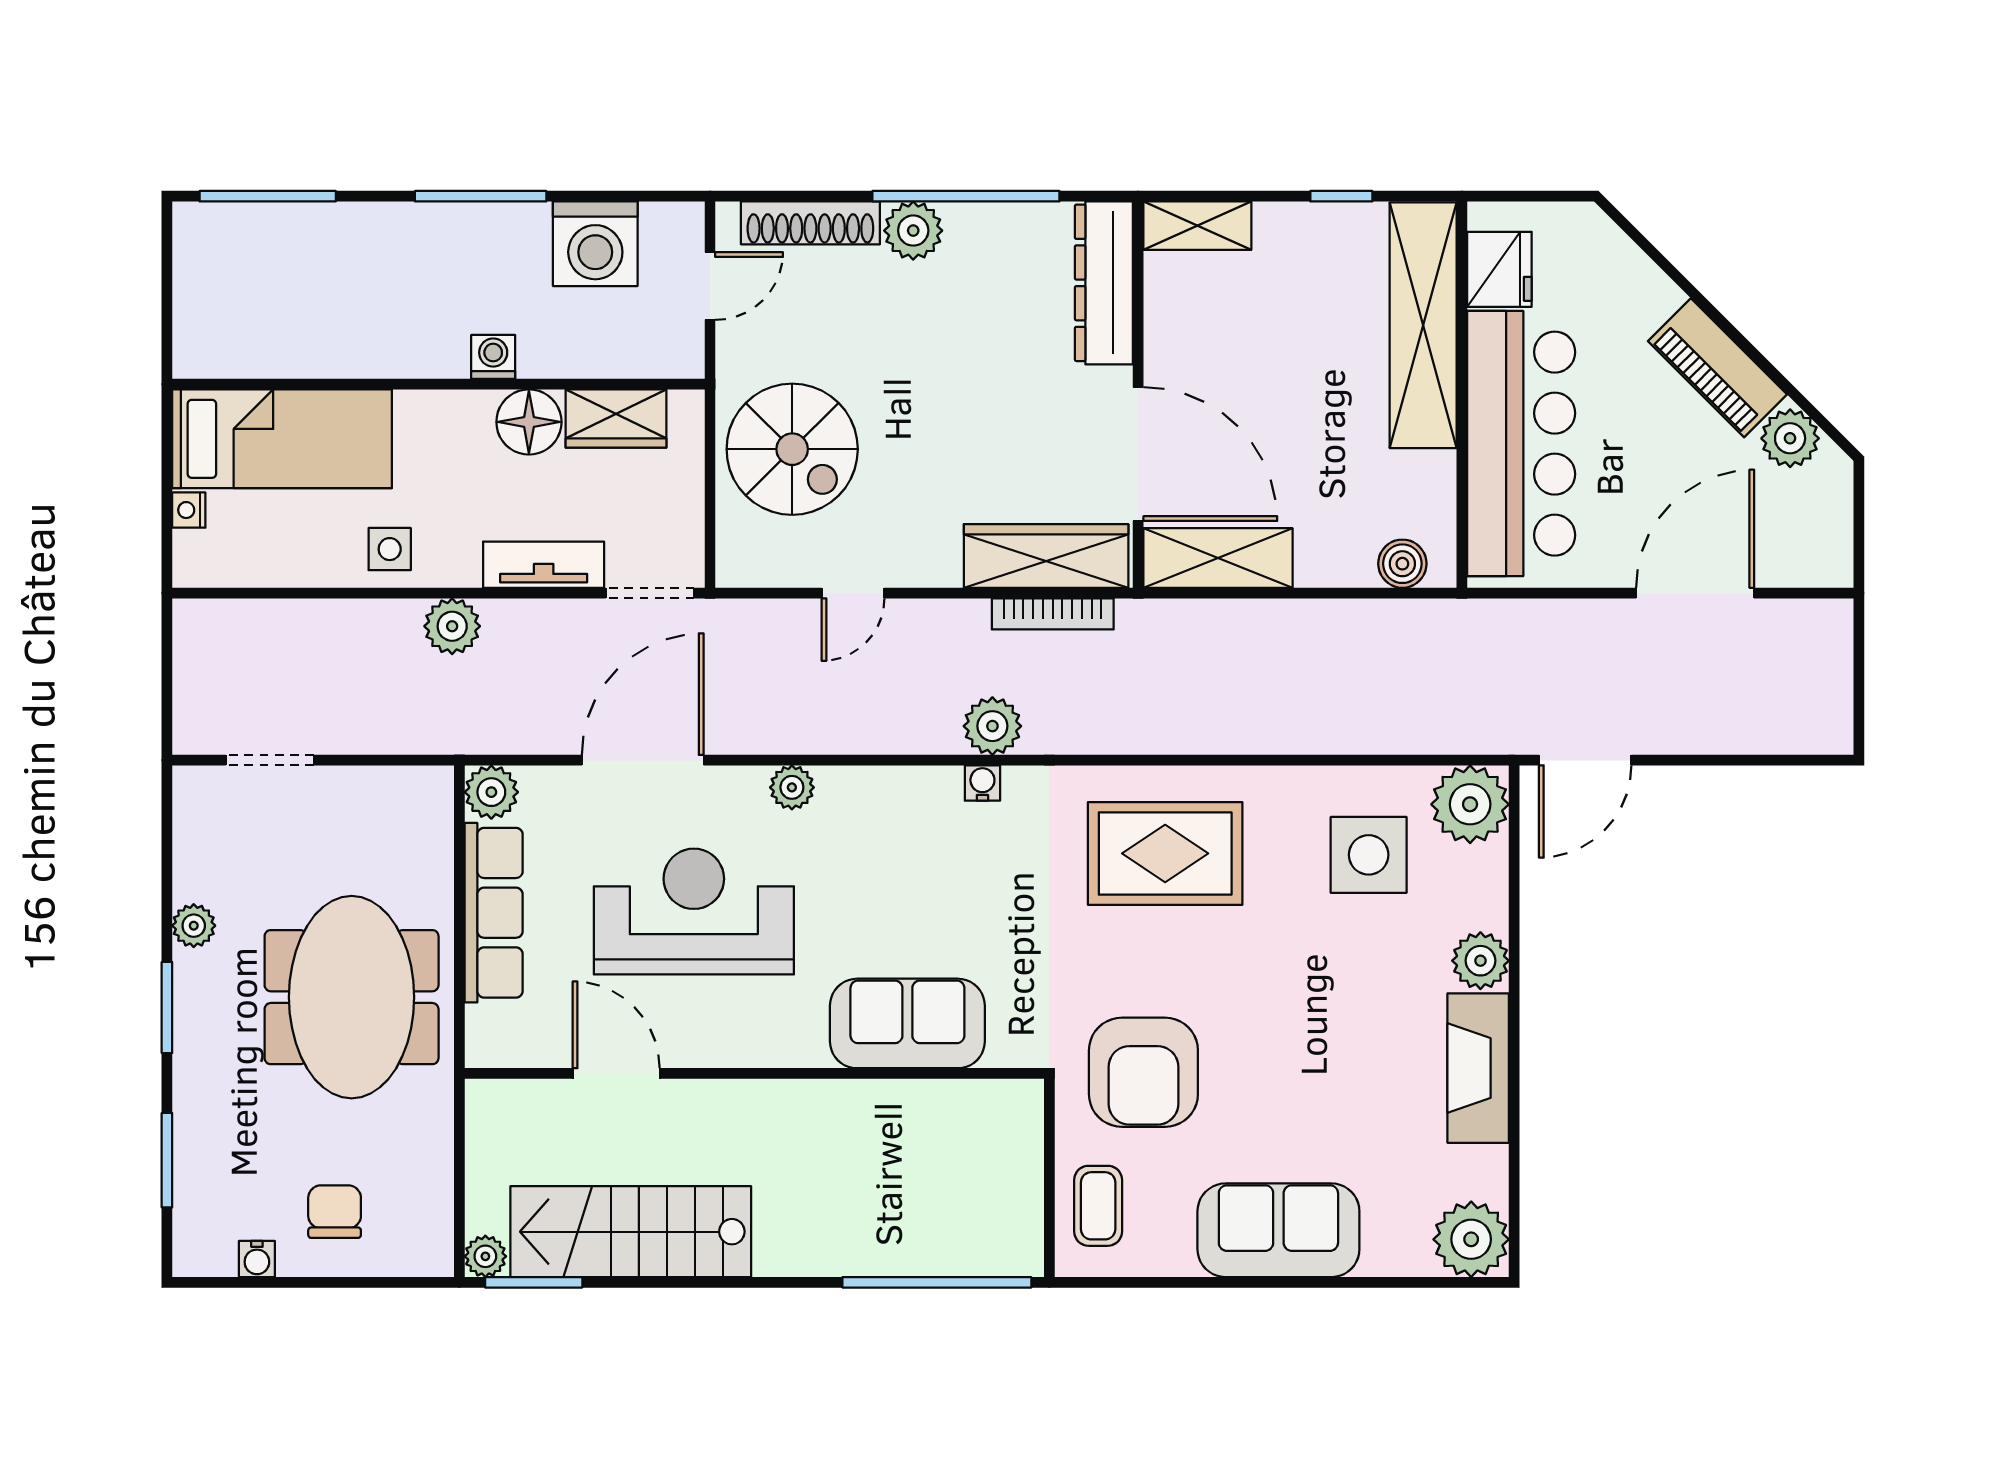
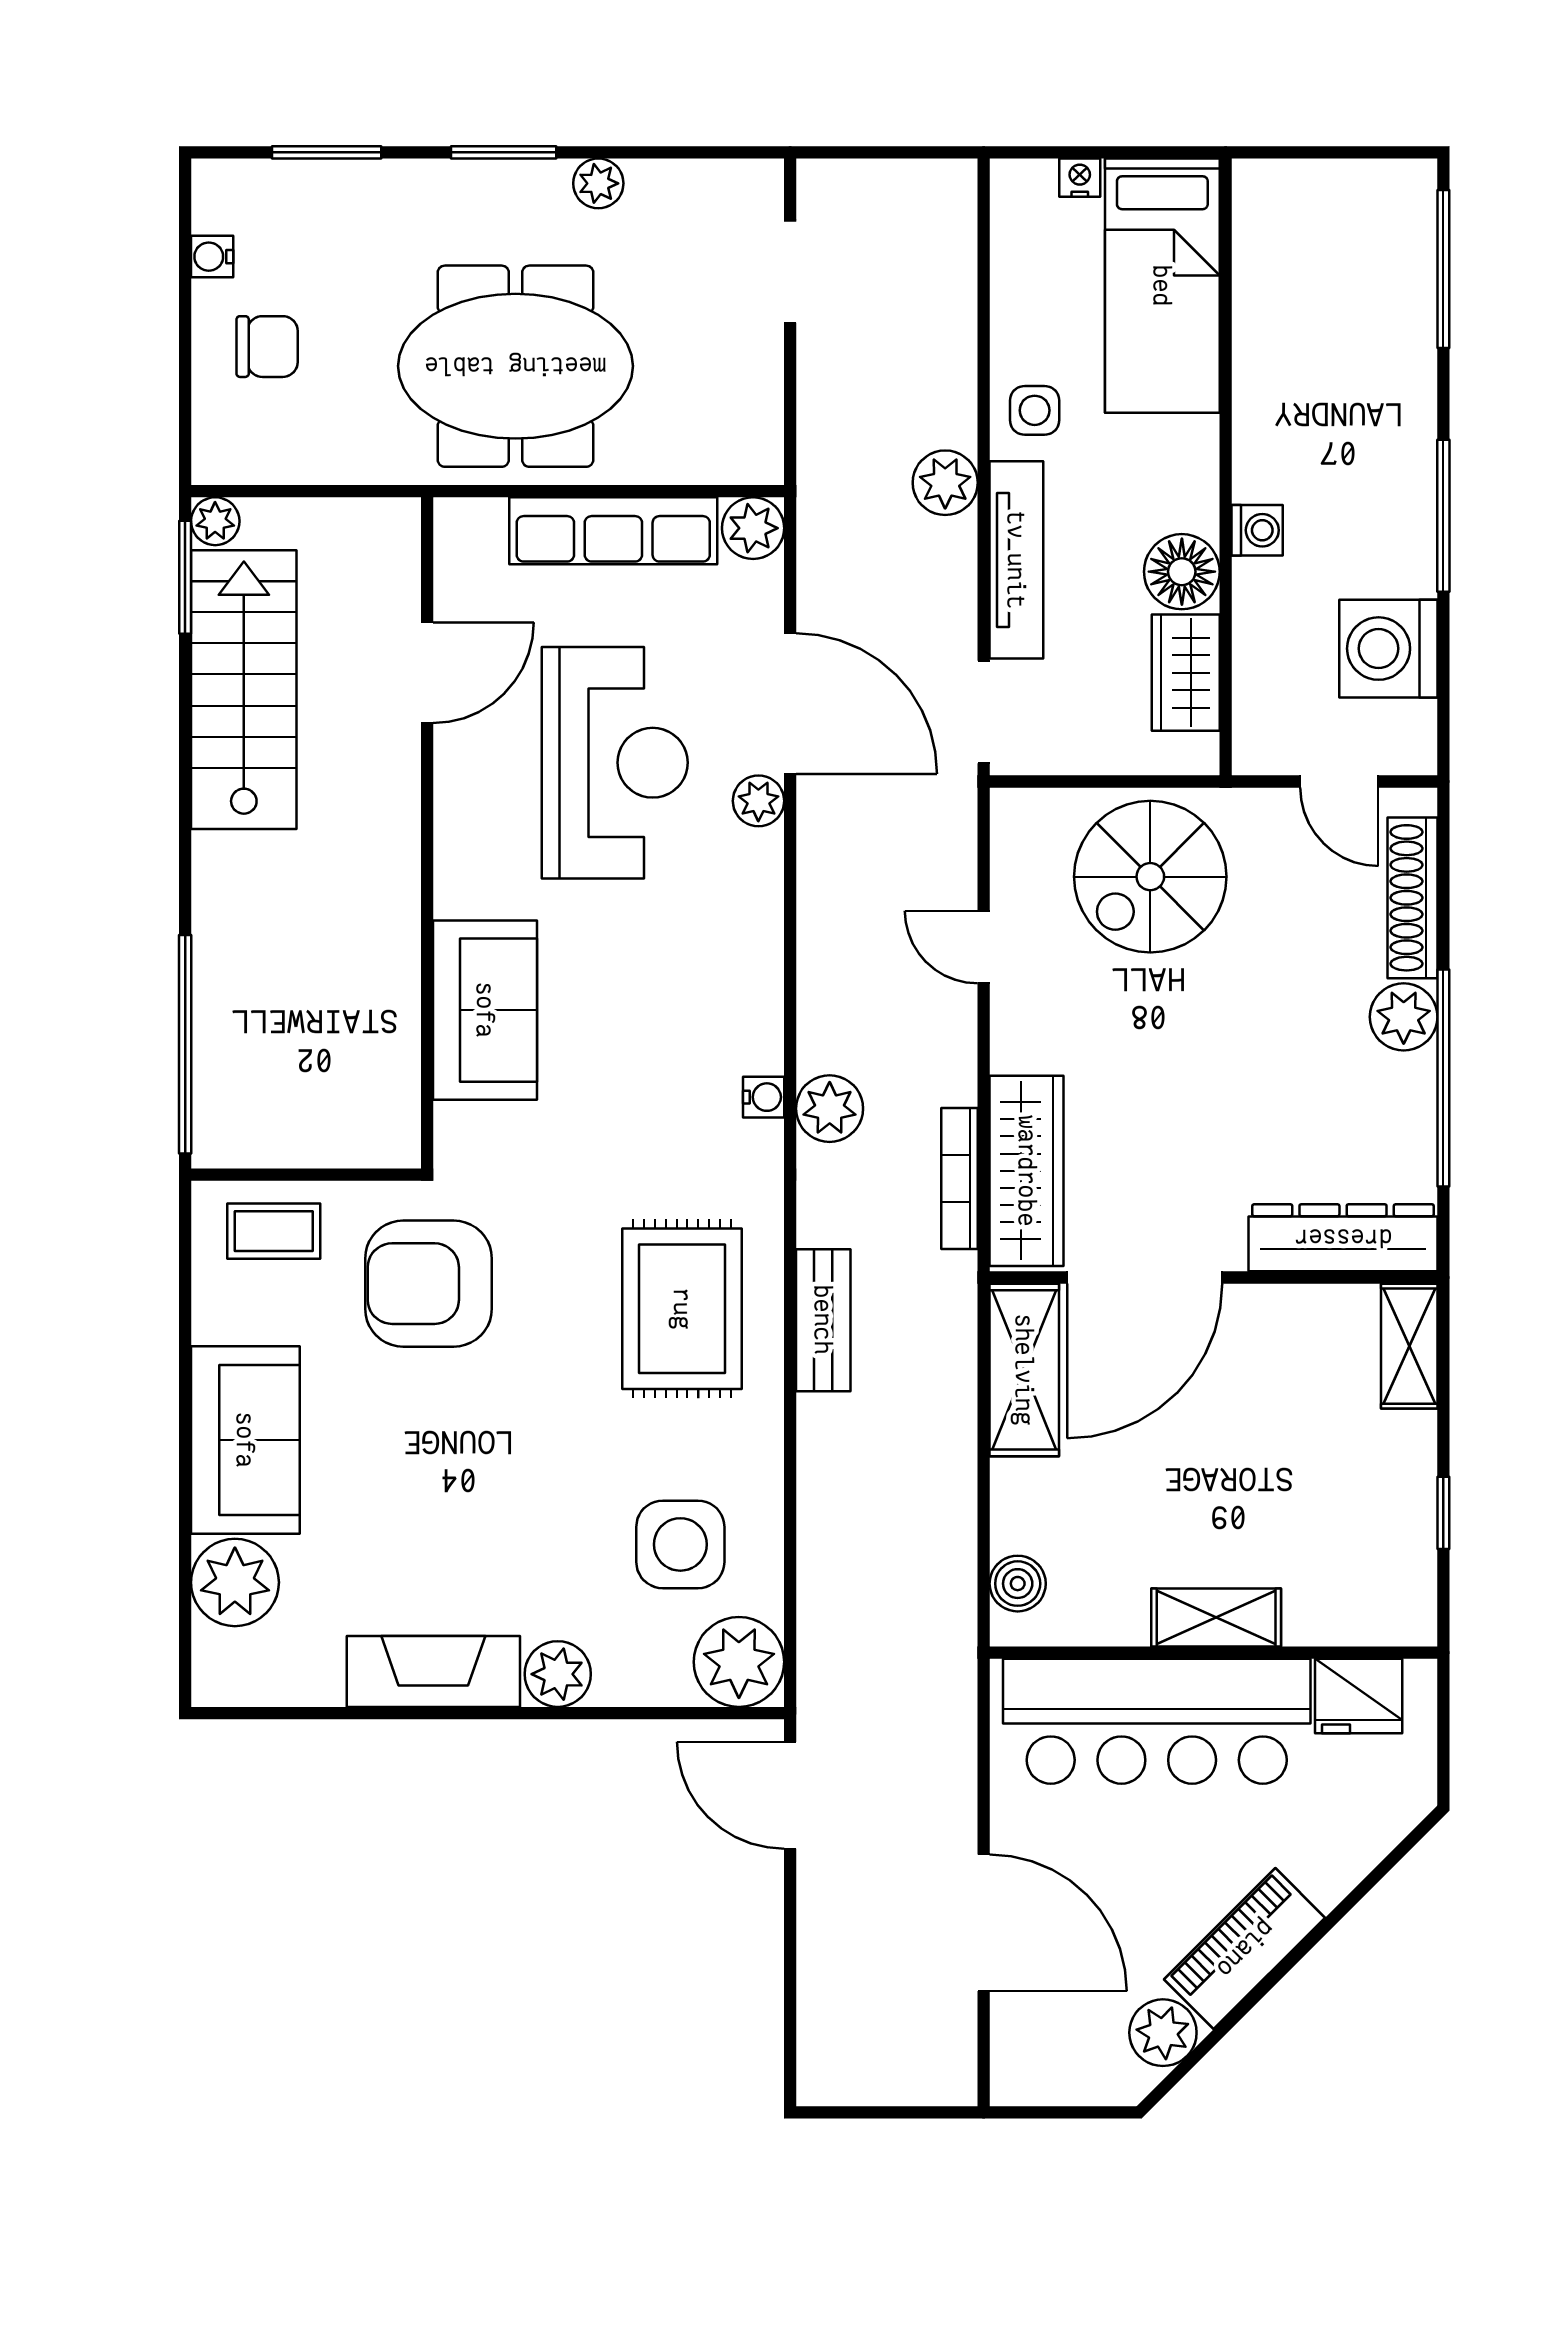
shelving: (1423, 325) -> (1216, 1617), width x0.45, depth x0.75
tv unit: (544, 565) -> (1016, 560), width x1.41
bench: (1175, 731) -> (823, 1320), added
plant: (792, 787) -> (758, 801), moved
plant: (1471, 1239) -> (235, 1582), moved

